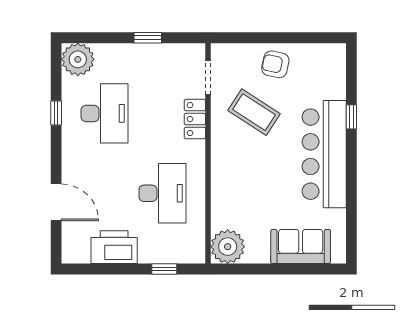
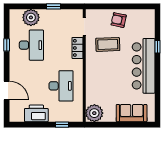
plant: (78, 59) -> (31, 17), moved
coffee table: (254, 112) -> (108, 44), turned -35

